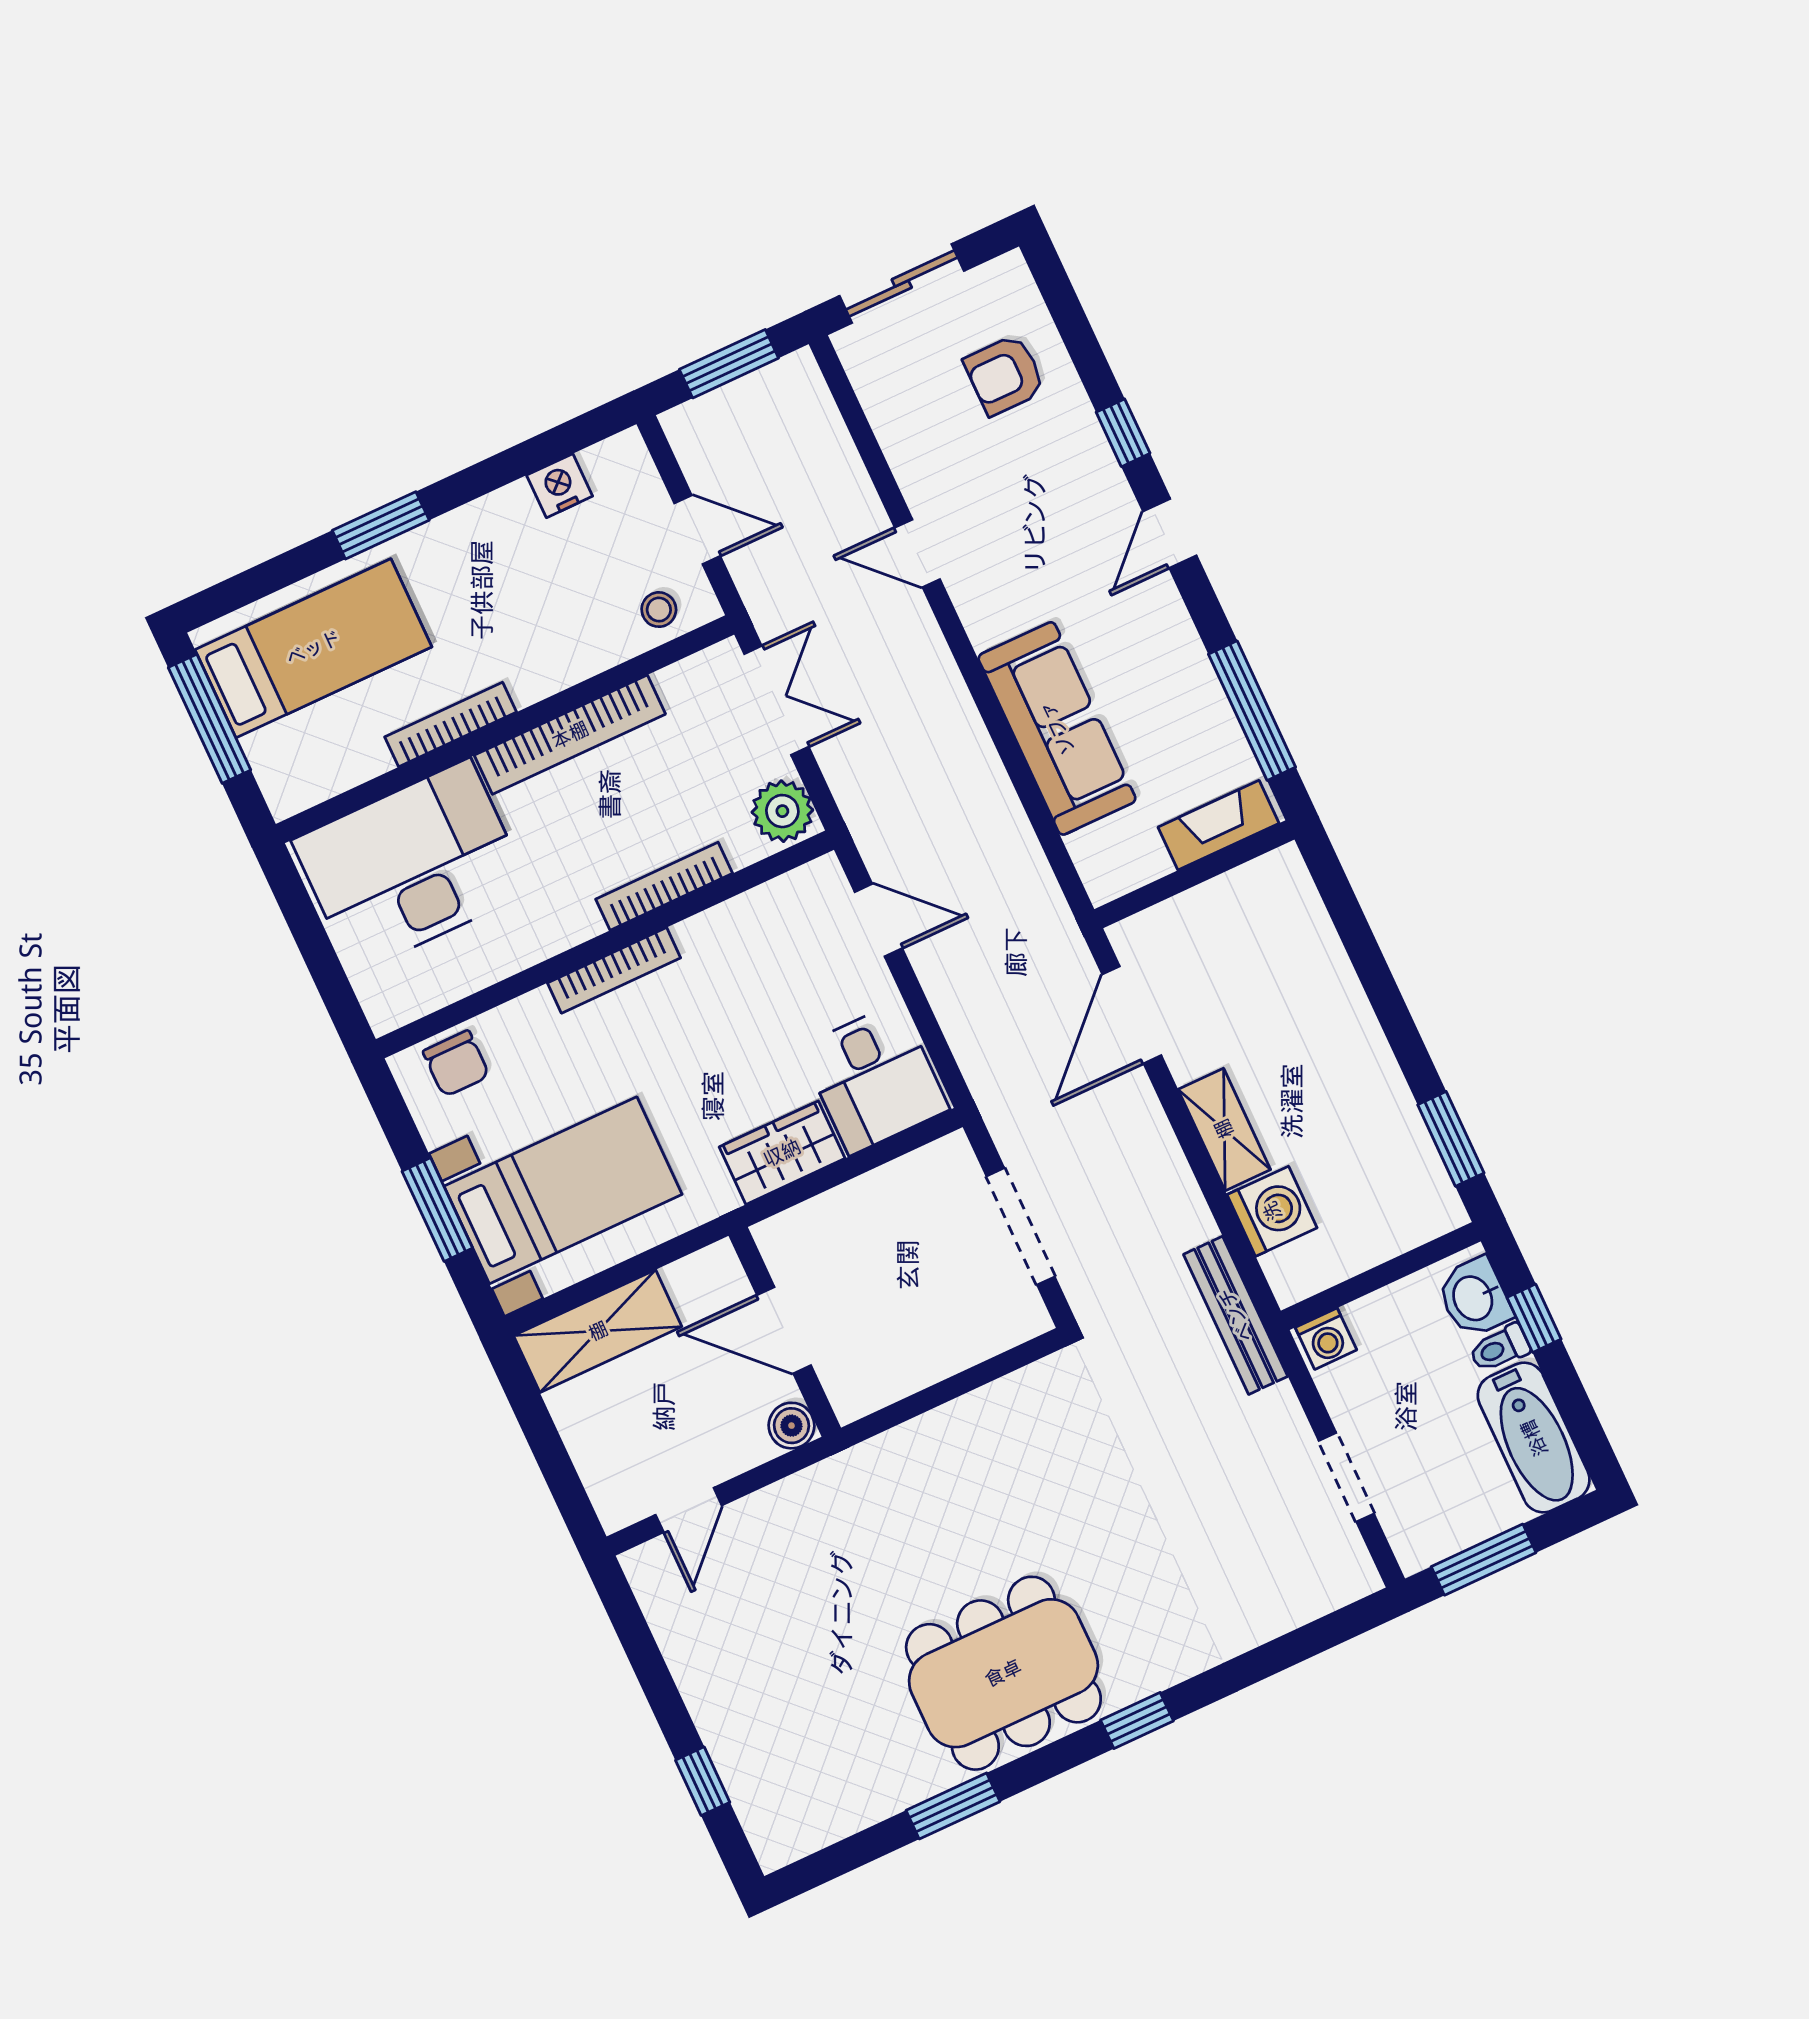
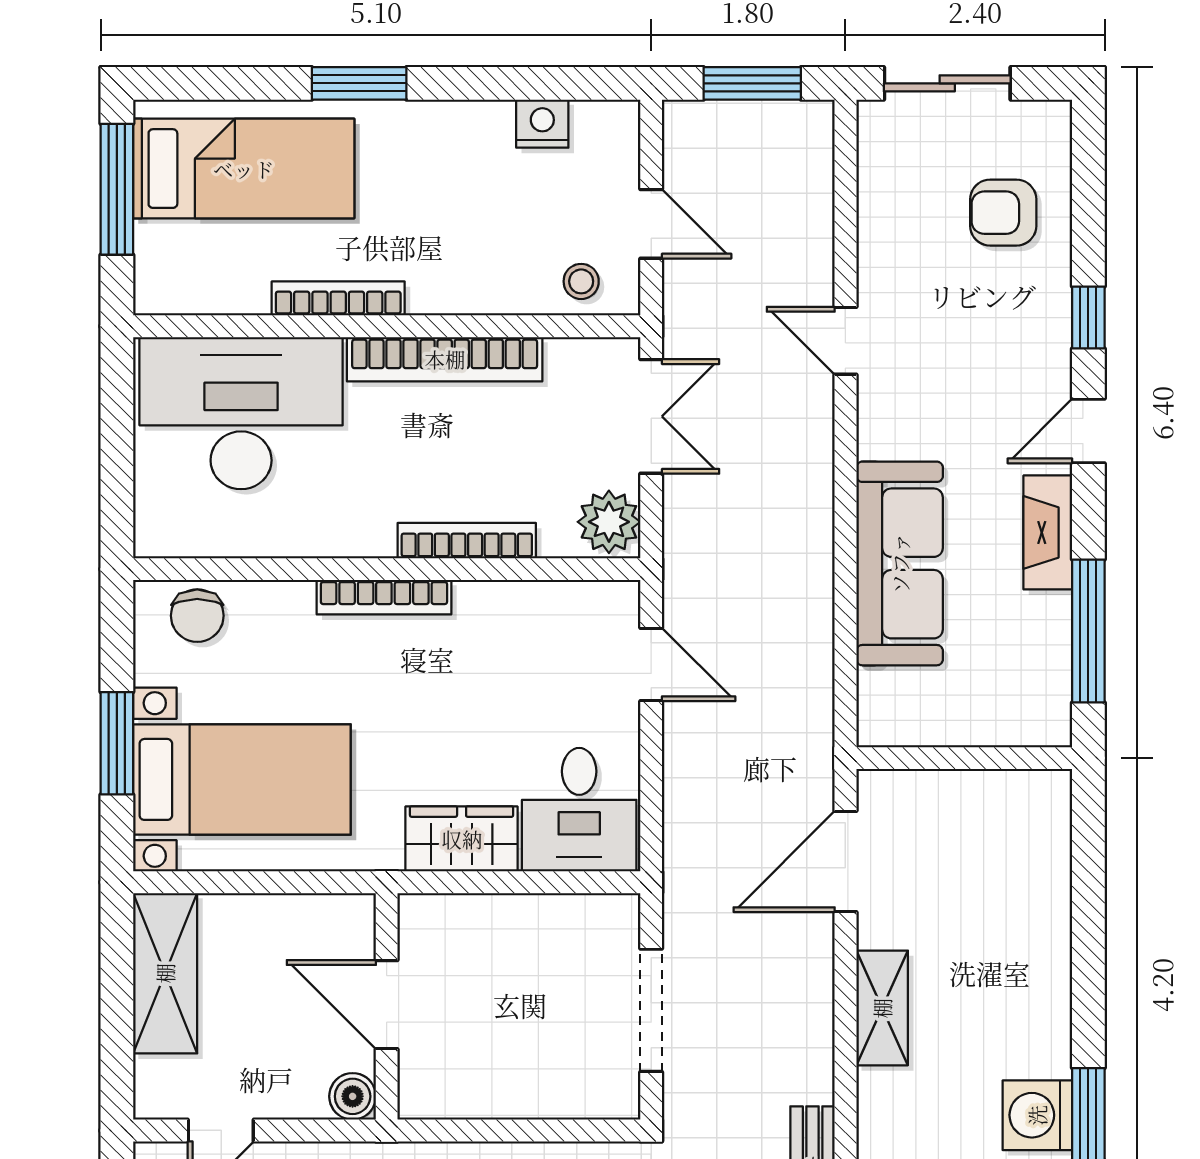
fireplace: (1219, 825) -> (1048, 532), moved, turned -90
washing machine: (1272, 1211) -> (1037, 1115), moved, turned 180
shelving: (598, 1331) -> (165, 973), moved, turned 90

